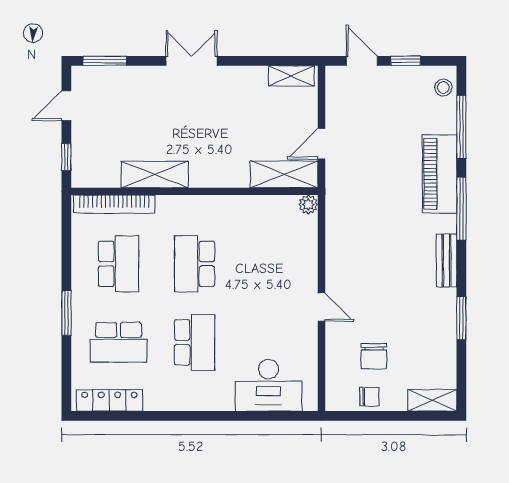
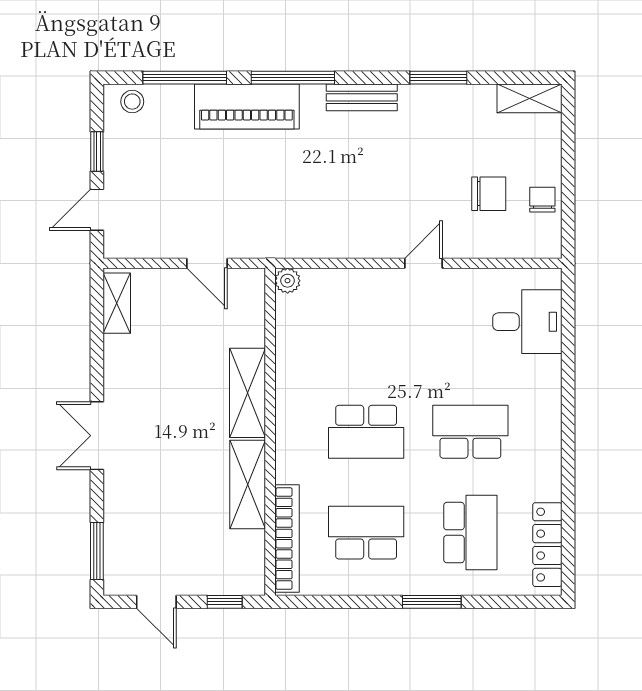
shelving: (284, 174) -> (247, 393), moved
desk: (268, 385) -> (527, 322), width x0.73
shelving: (432, 400) -> (529, 98), moved, turned 90

